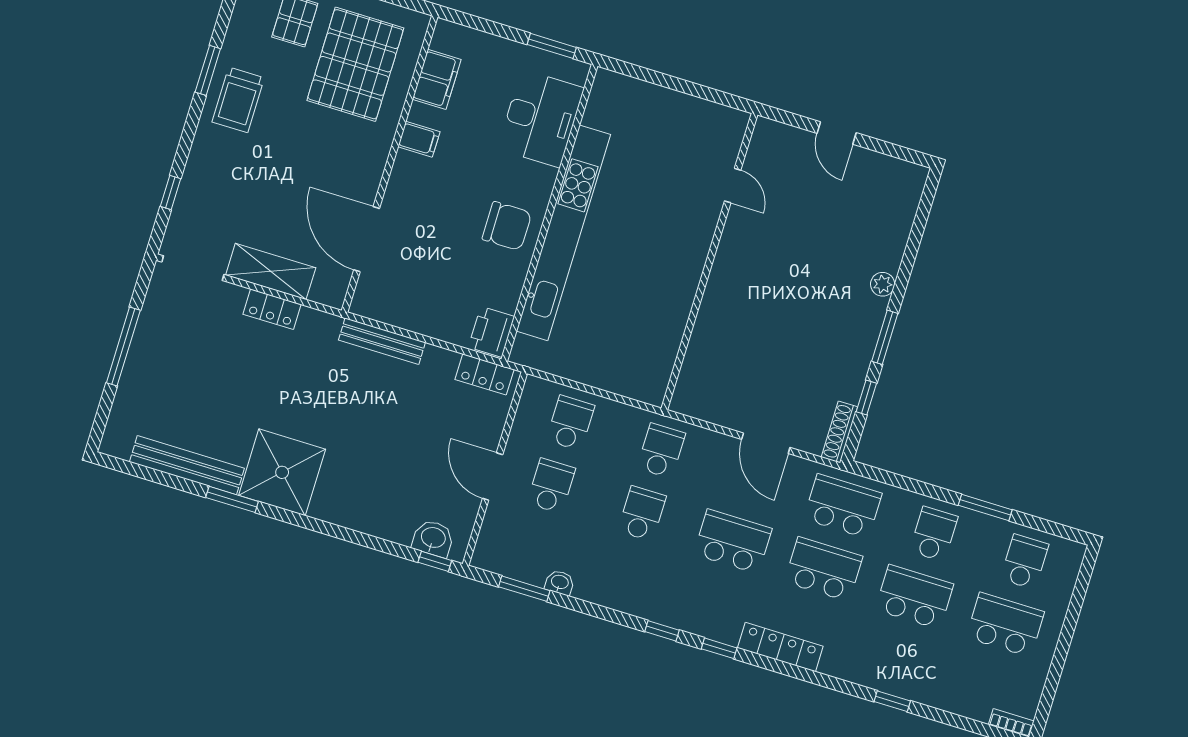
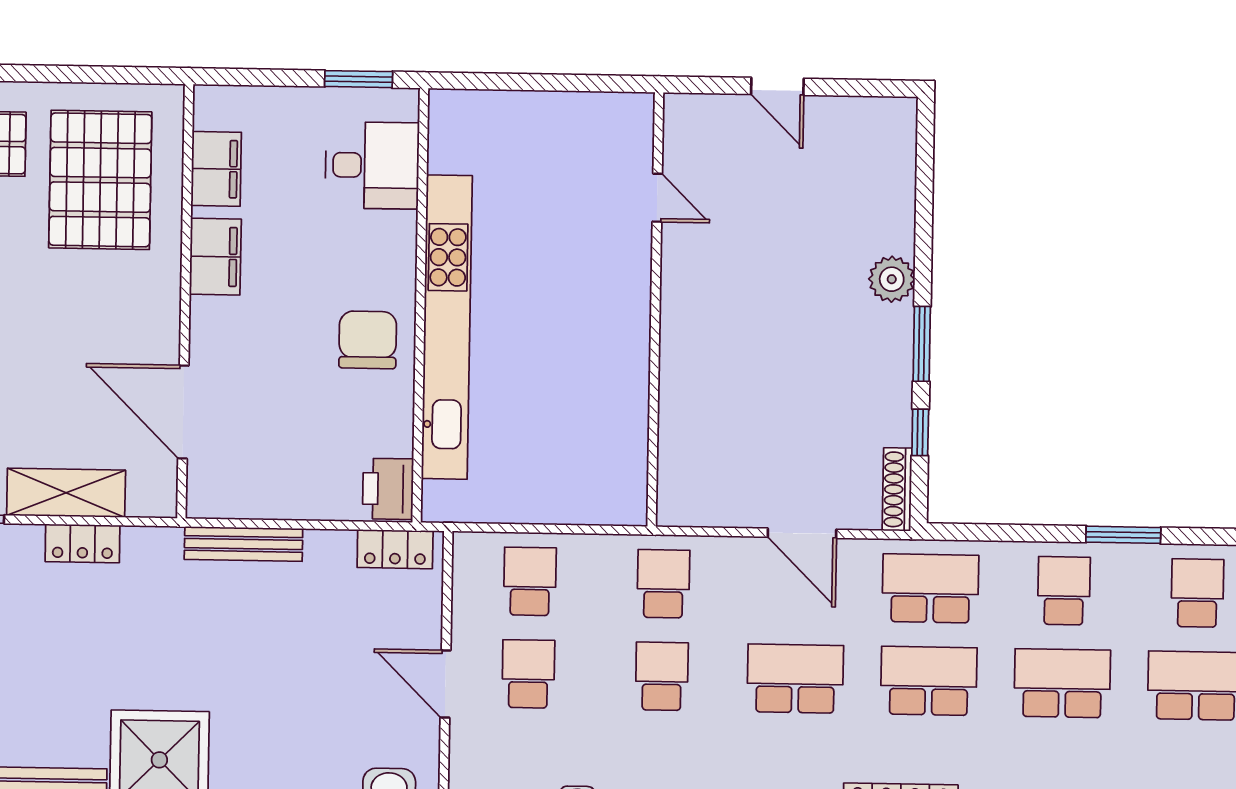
desk: (541, 118) -> (372, 165), width x0.73
filing cabinet: (419, 139) -> (215, 257), width x2.00
chair: (507, 226) -> (368, 340), turned -90
plant: (883, 284) -> (892, 279), width x1.38, depth x1.38

